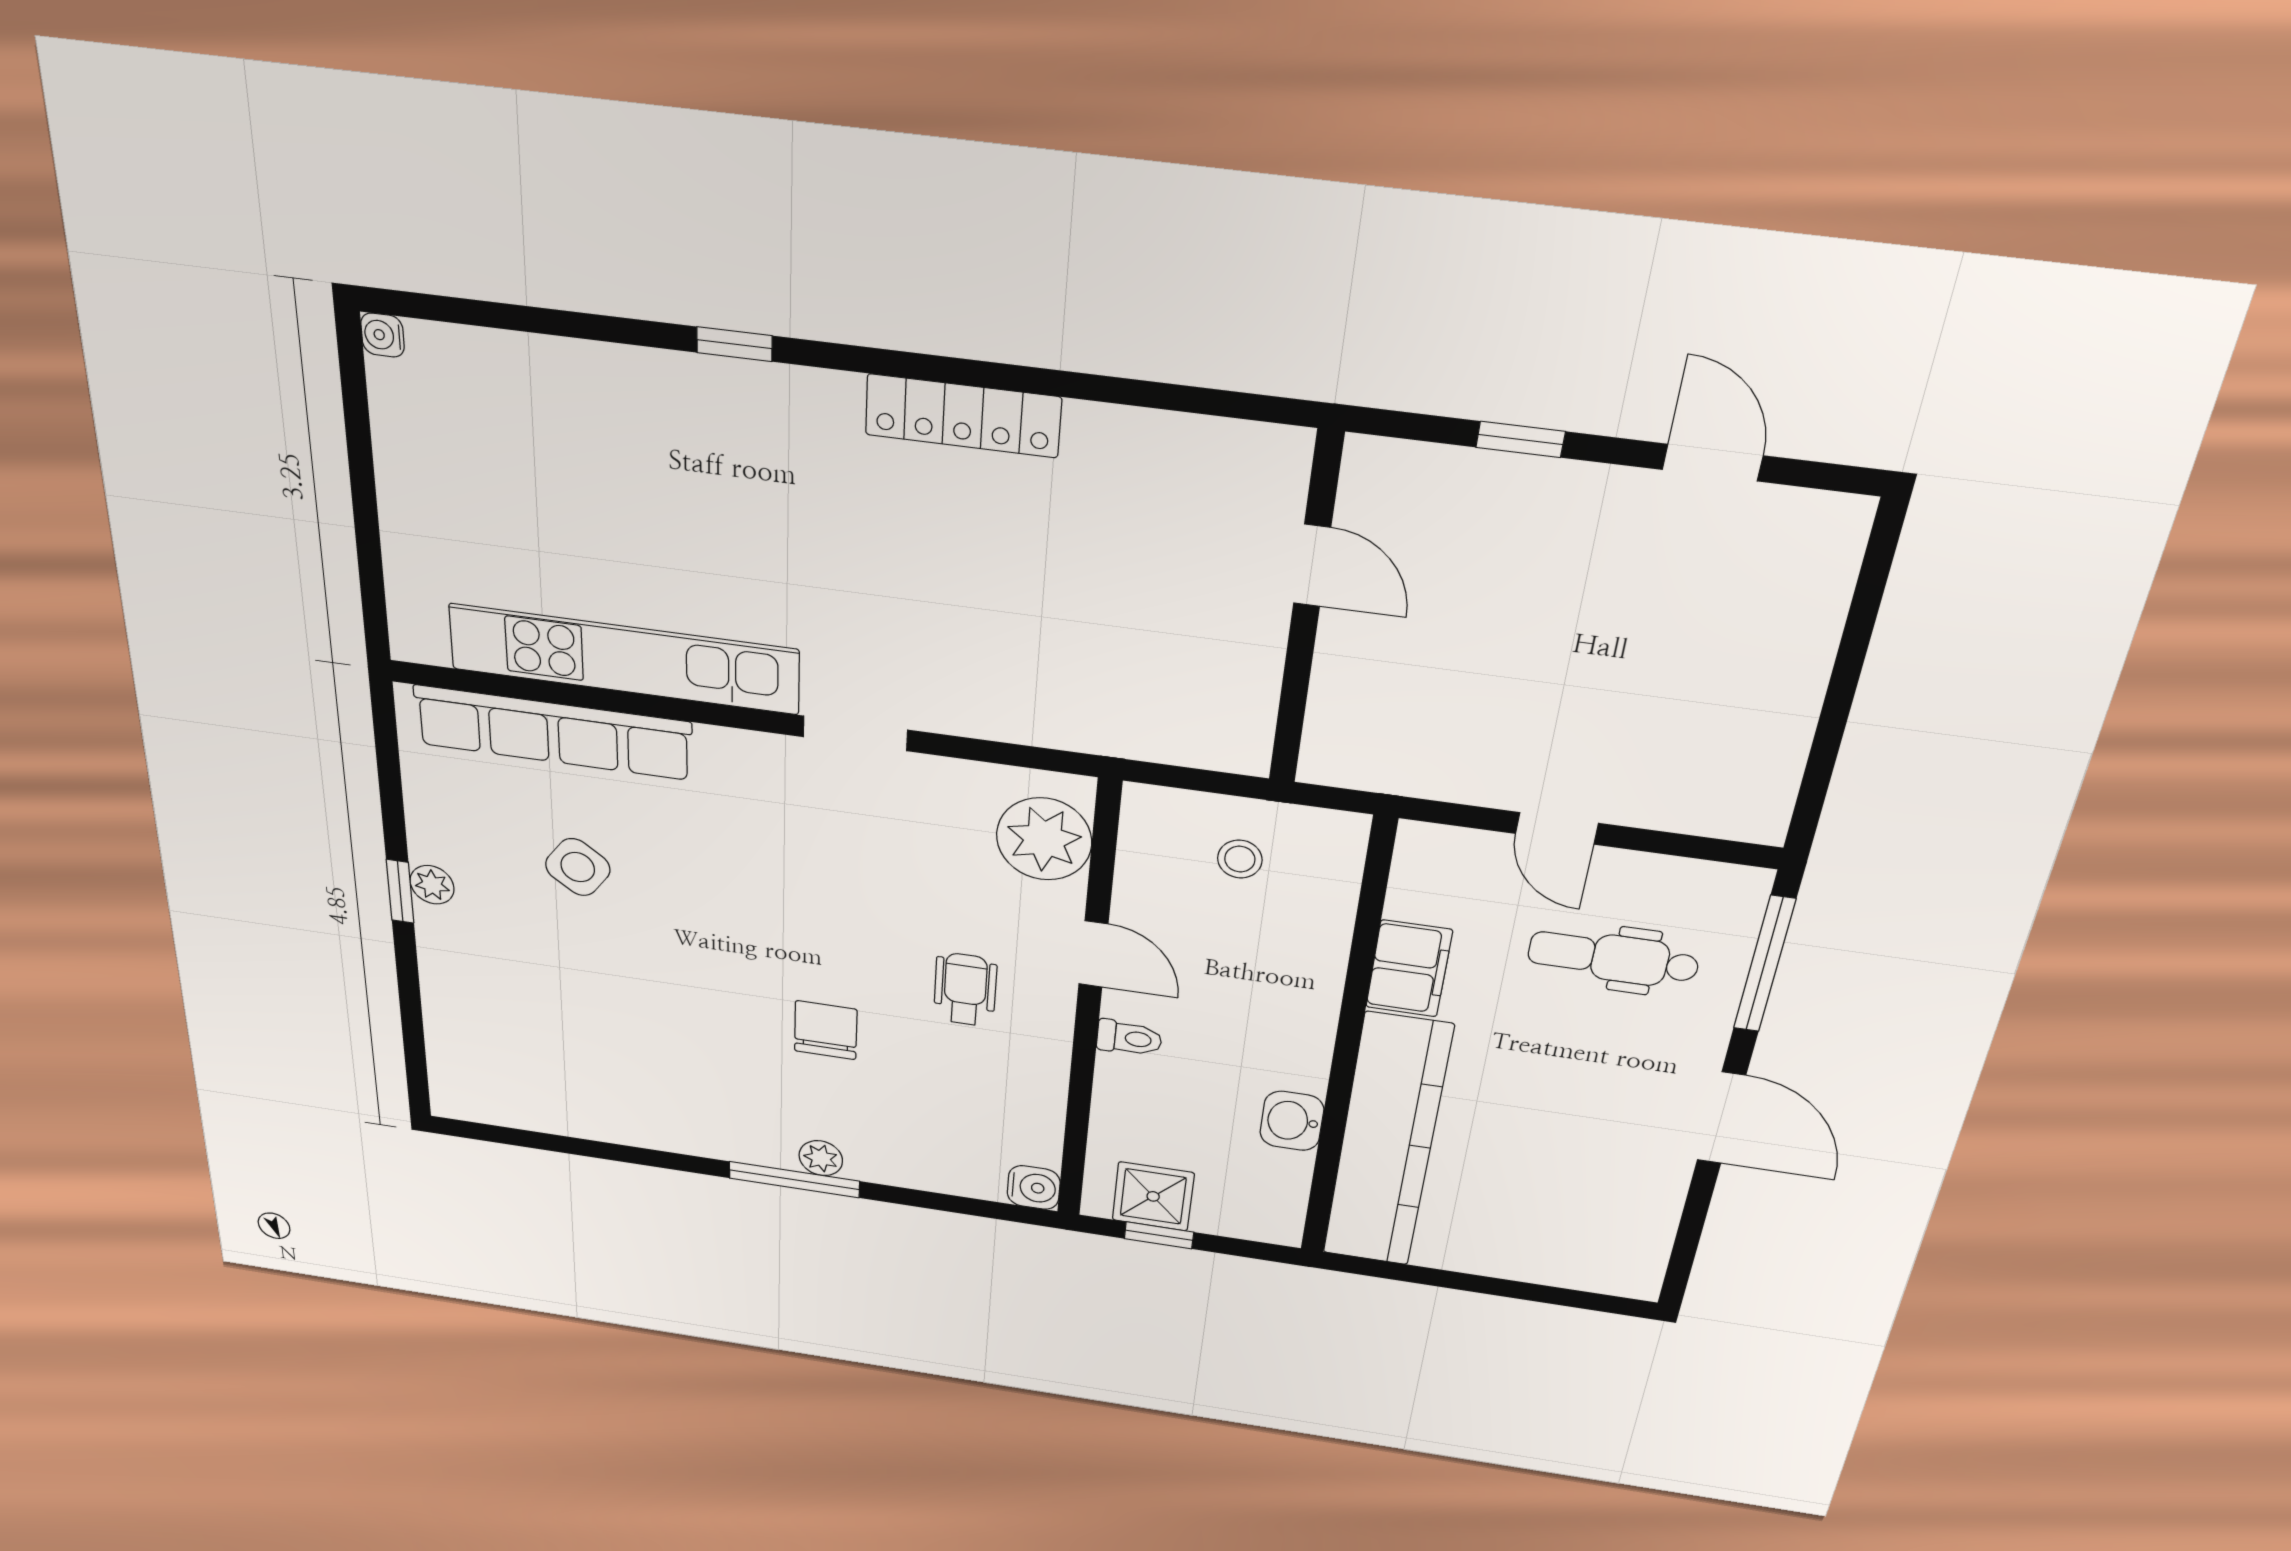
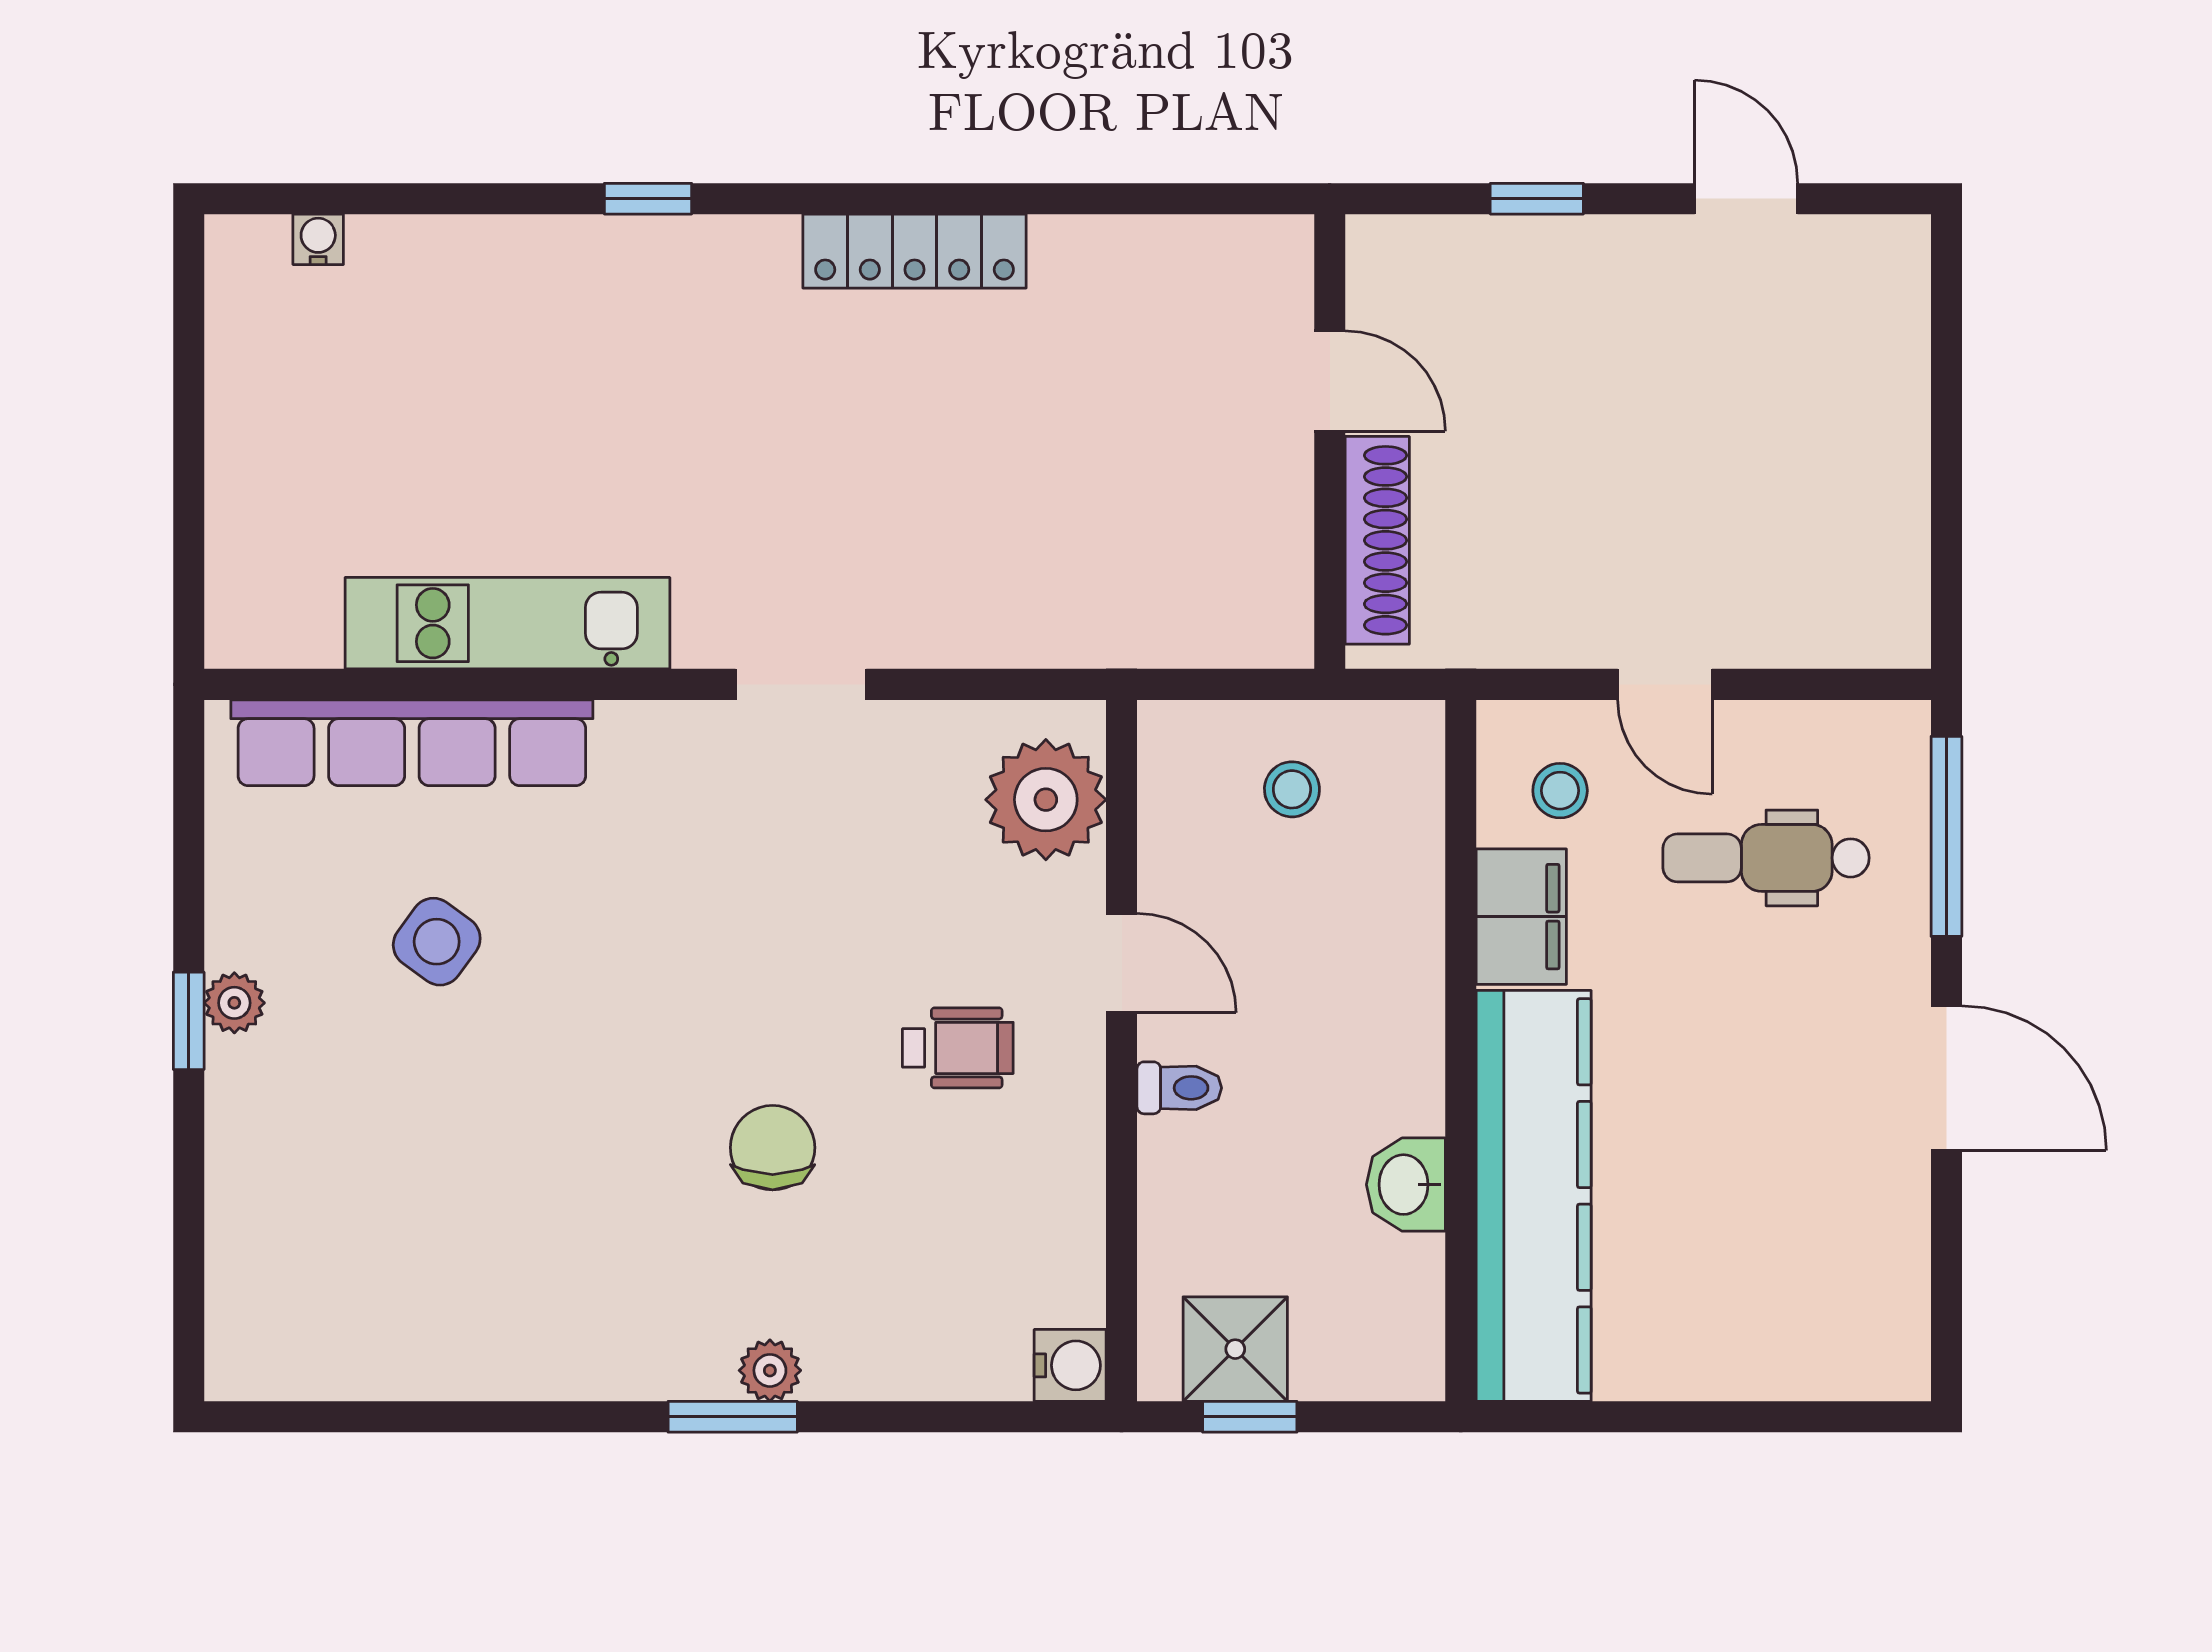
water cooler: (383, 335) -> (318, 239), moved, turned 90
kitchen unit: (624, 659) -> (507, 623), width x0.73
shoe rack: (1335, 692) -> (1377, 540), added
stool: (1456, 890) -> (1560, 791), added
wheelchair: (965, 989) -> (958, 1048), turned 90
window: (794, 1180) -> (733, 1417), width x0.69

